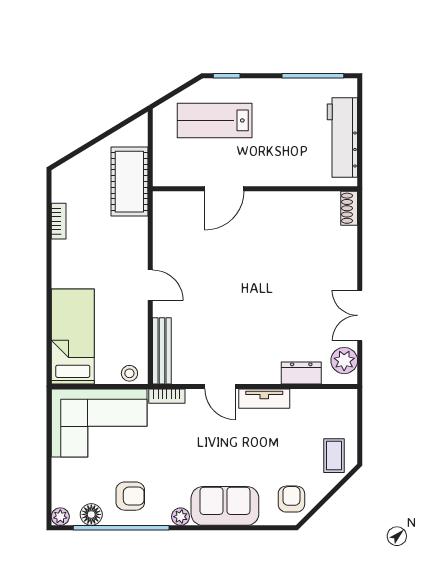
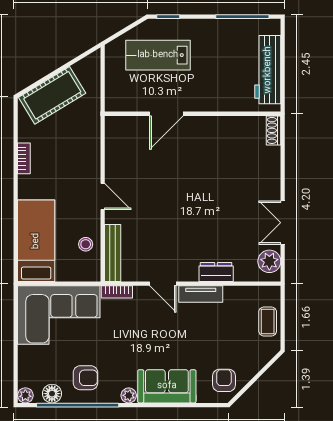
cot: (129, 182) -> (52, 95), moved, turned 59
bookcase: (59, 221) -> (24, 158), moved
stool: (129, 373) -> (86, 244), moved
dresser: (301, 373) -> (216, 272), moved
coffee table: (334, 456) -> (268, 321), moved

